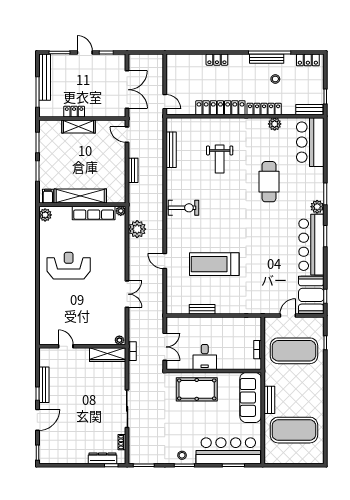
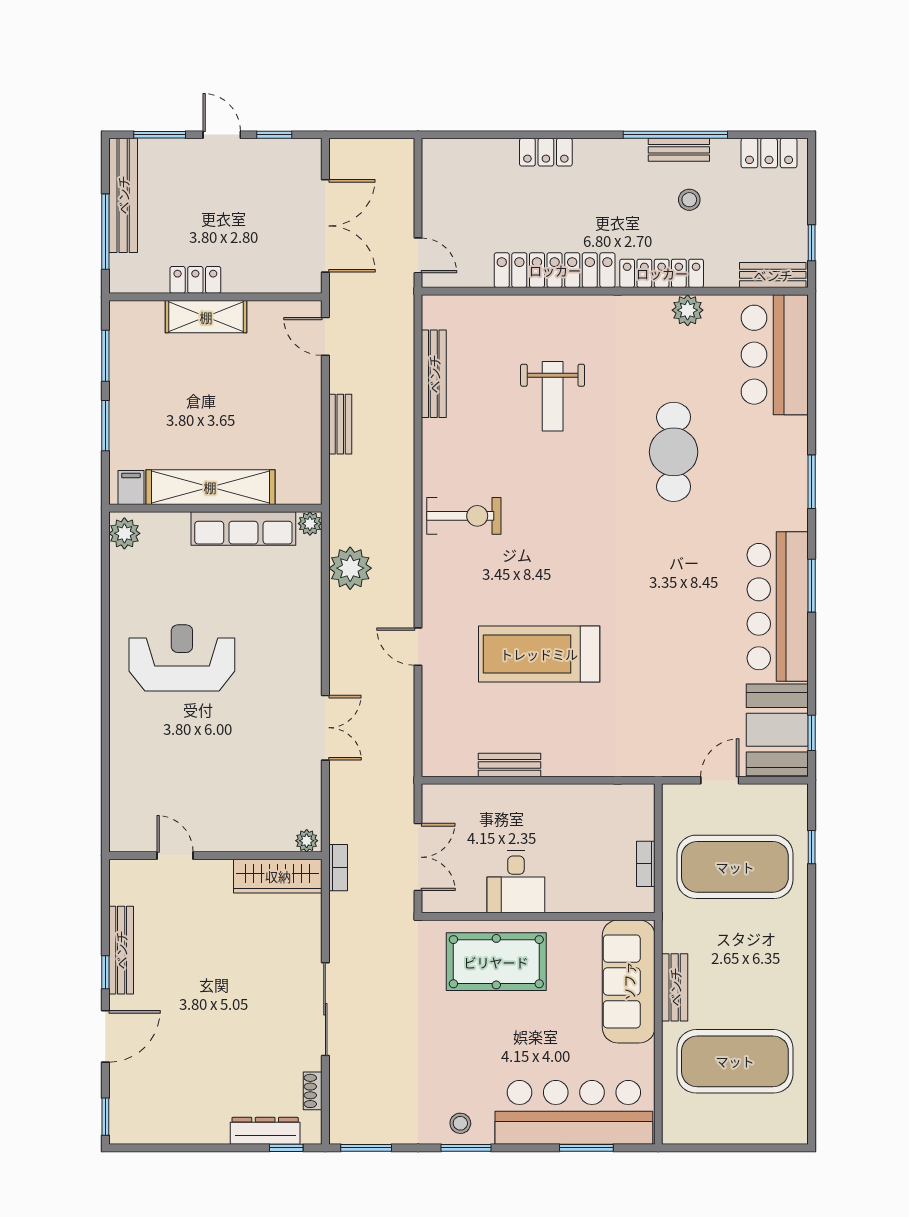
bench: (267, 59) -> (679, 150), width x0.73
plant: (317, 207) -> (792, 513), removed

